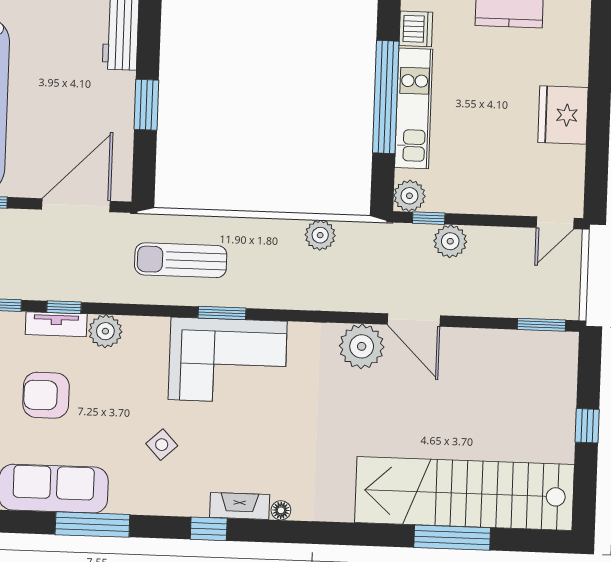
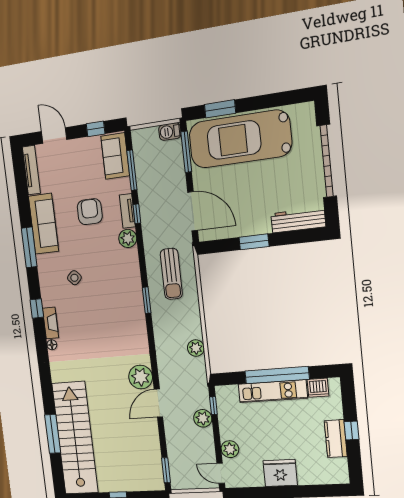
plant: (409, 196) -> (230, 449), moved
sun lounger: (181, 260) -> (171, 274), turned 180
corner sofa: (228, 360) -> (123, 307), removed

